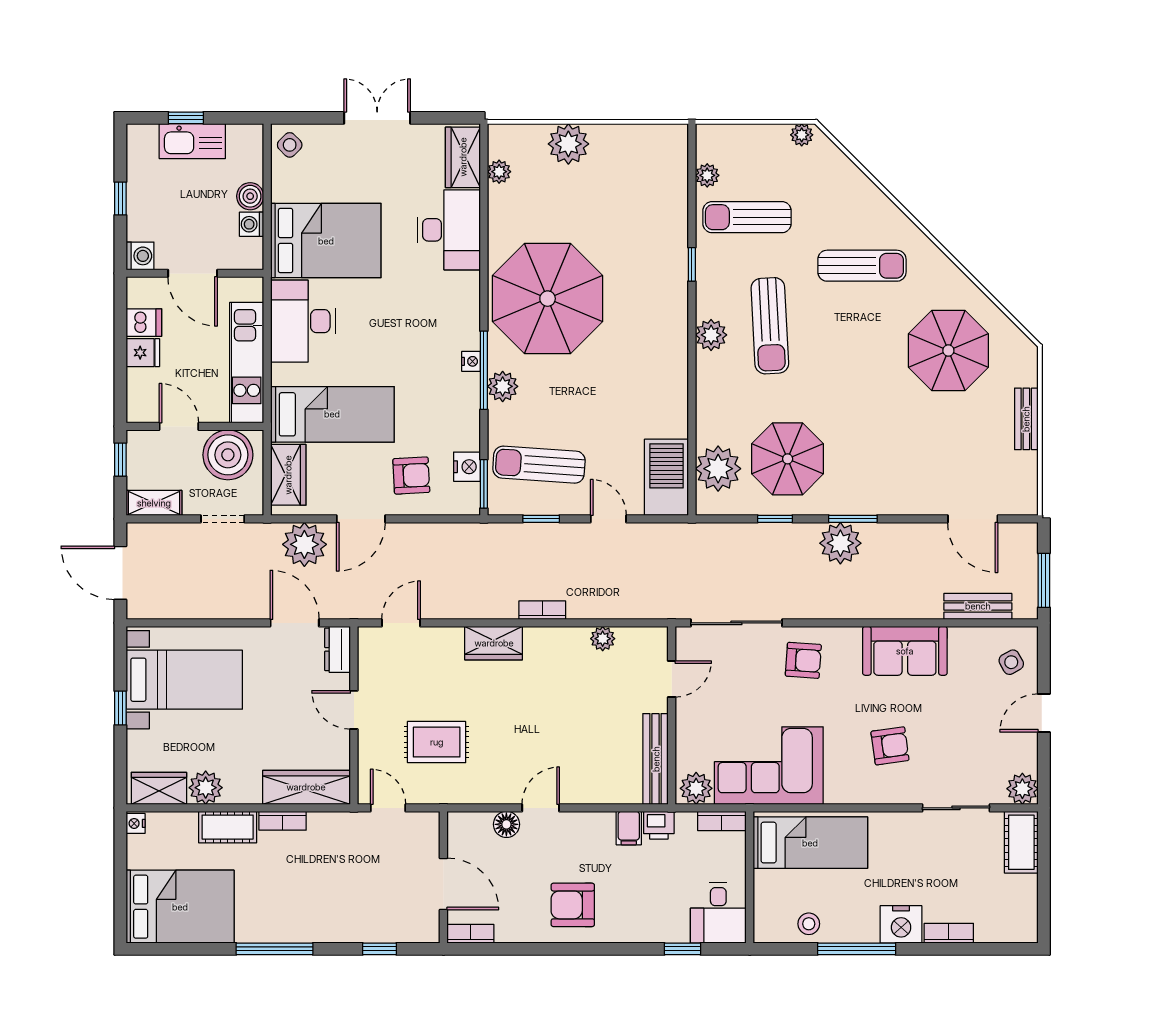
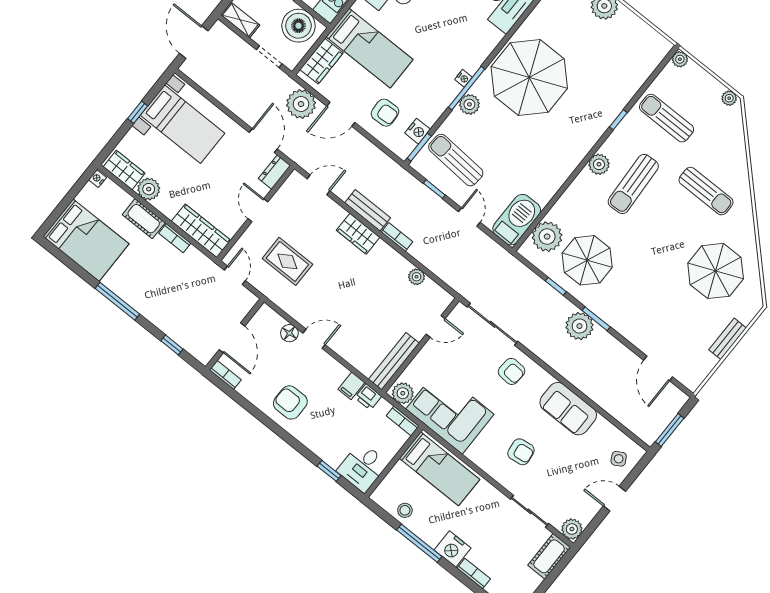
plant: (707, 175) -> (680, 59), moved
bench: (978, 606) -> (368, 210), moved

